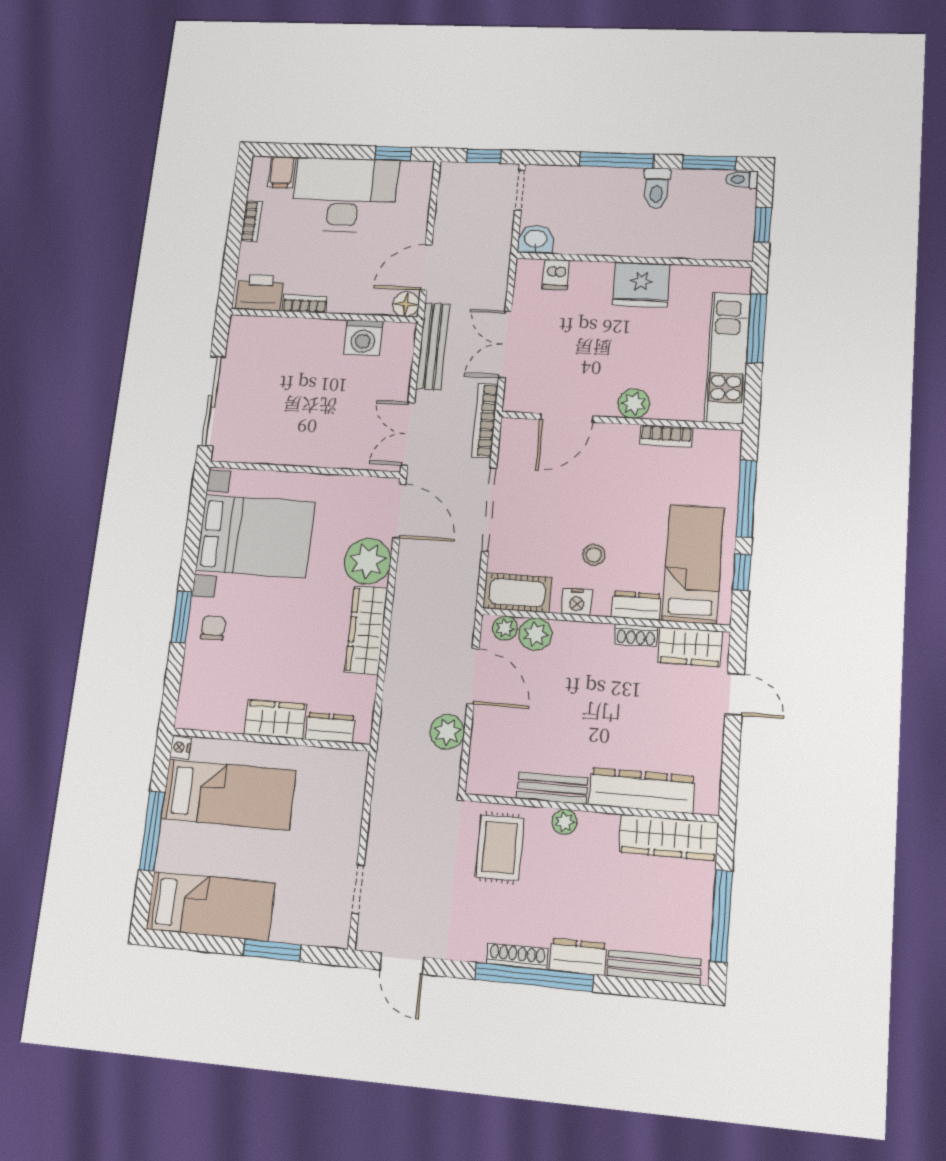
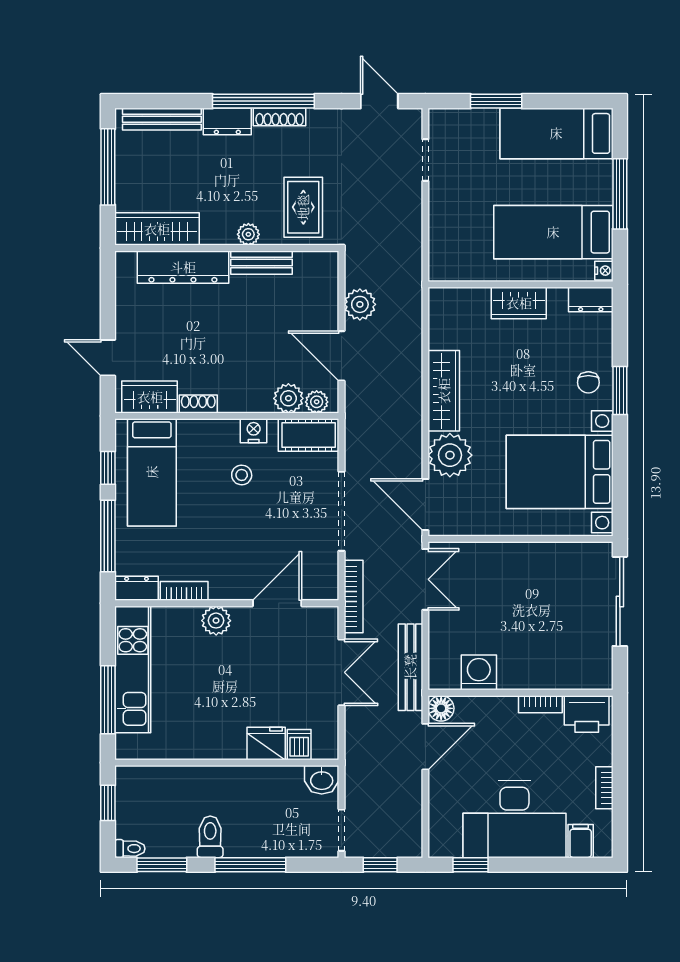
fridge: (641, 285) -> (266, 743), moved, width x0.73, depth x0.75
dresser: (636, 606) -> (137, 588), moved, turned 180
dresser: (330, 728) -> (591, 300), moved

